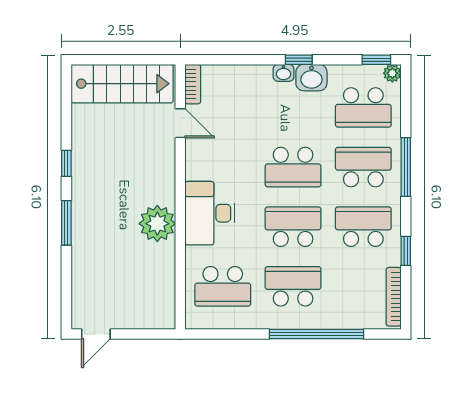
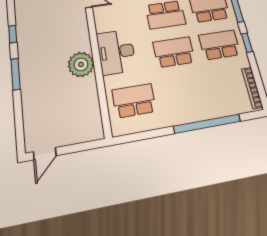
window: (406, 251) -> (247, 43), moved
school desk: (223, 286) -> (134, 101), turned 180
school desk: (293, 286) -> (183, 92), removed

